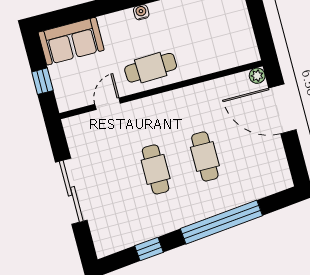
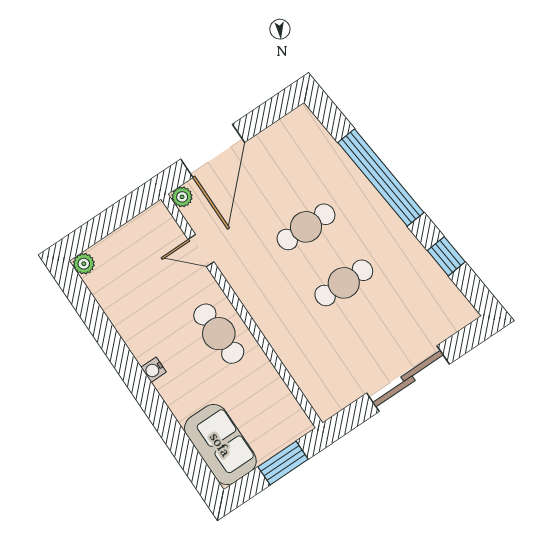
window: (42, 81) -> (283, 463), width x1.50
door: (108, 104) -> (201, 251), moved

